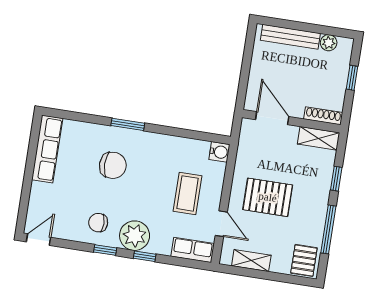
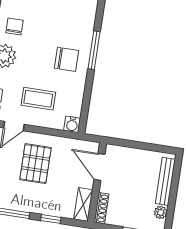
door: (272, 118) -> (99, 167), swing flipped
window: (128, 124) -> (94, 50), width x1.44
chair: (113, 165) -> (67, 59), moved, turned -90

